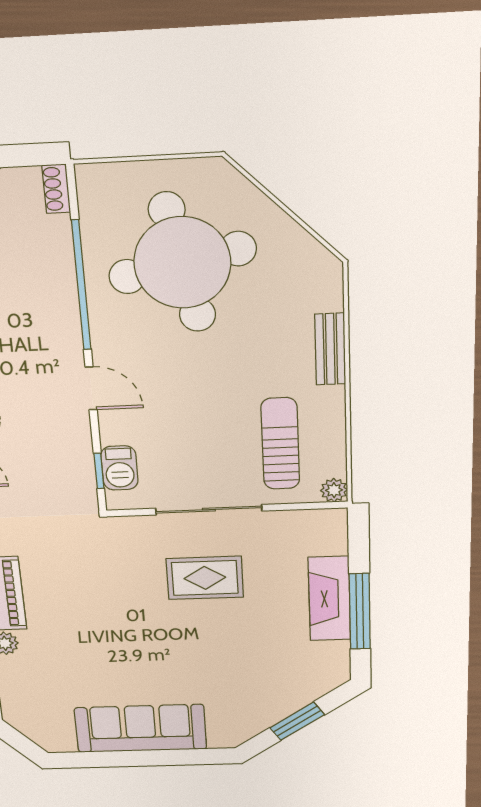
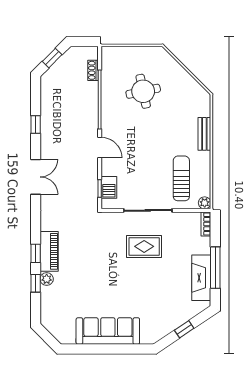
shoe rack: (56, 189) -> (93, 70), moved
round table: (182, 263) -> (143, 91), width x0.54, depth x0.54
bookcase: (338, 531) -> (206, 224), added
fireplace: (329, 599) -> (201, 278), moved
window: (297, 721) -> (184, 329), width x0.67

